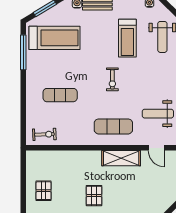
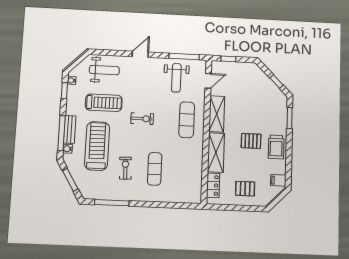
treadmill: (54, 38) -> (97, 146), moved
exercise bike: (44, 134) -> (125, 168), moved
locker: (46, 157) -> (213, 185), added
shelving: (80, 159) -> (216, 153), added

